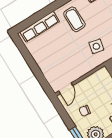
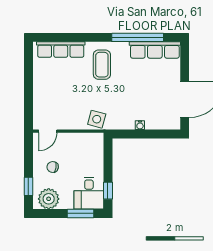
side table: (96, 46) -> (97, 119), moved

